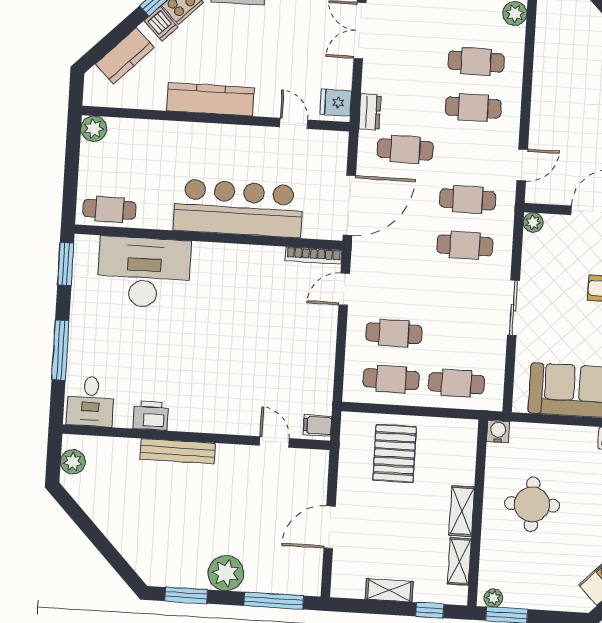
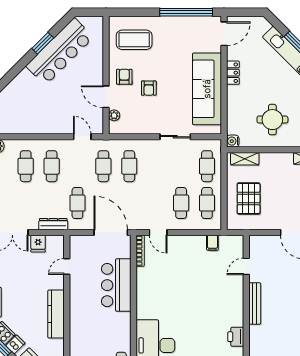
fridge: (336, 103) -> (38, 244), moved
dresser: (370, 112) -> (53, 224), width x1.44
bar counter: (238, 208) -> (116, 285), width x0.73
plant: (533, 223) -> (114, 115), moved
sliding door: (513, 308) -> (175, 137), moved
filing cabinet: (317, 425) -> (212, 243), moved
bench: (178, 451) -> (255, 304), moved
pallet: (395, 453) -> (249, 198), turned 90
shelving: (462, 511) -> (245, 159), moved

